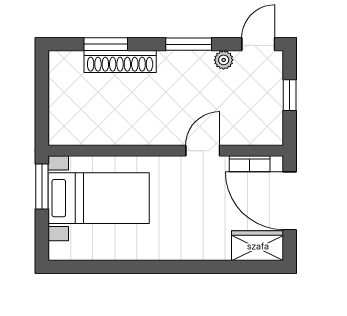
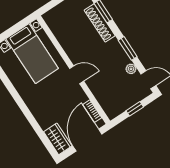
door: (203, 151) -> (77, 75), moved
window: (42, 187) -> (21, 25), removed

